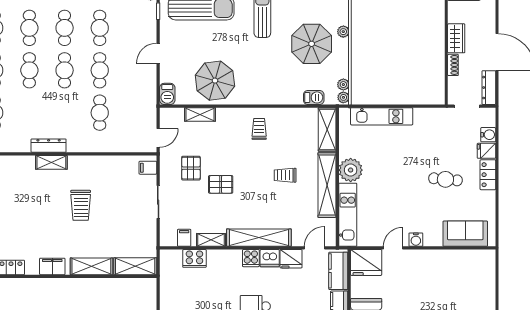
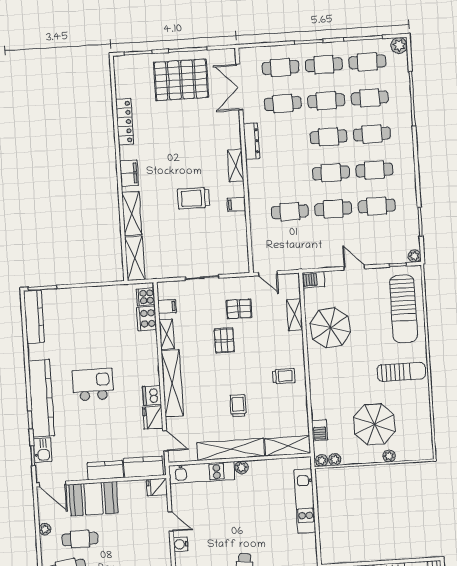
dresser: (49, 146) -> (251, 141), moved
filing cabinet: (148, 168) -> (236, 204), moved, turned -90
plant: (351, 170) -> (242, 467), width x0.53, depth x0.53
cooker: (251, 258) -> (146, 297), moved
fridge: (366, 262) -> (157, 487), width x0.53, depth x0.75

